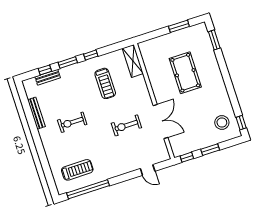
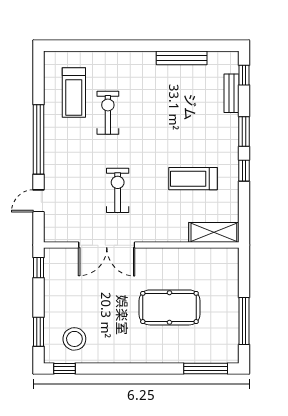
window: (179, 26) -> (244, 321), width x1.44
window: (214, 40) -> (206, 368), width x1.44
window: (45, 70) -> (244, 75), moved
exercise bike: (72, 122) -> (108, 113), moved
window: (210, 150) -> (39, 332), moved
window: (88, 189) -> (39, 139), moved

